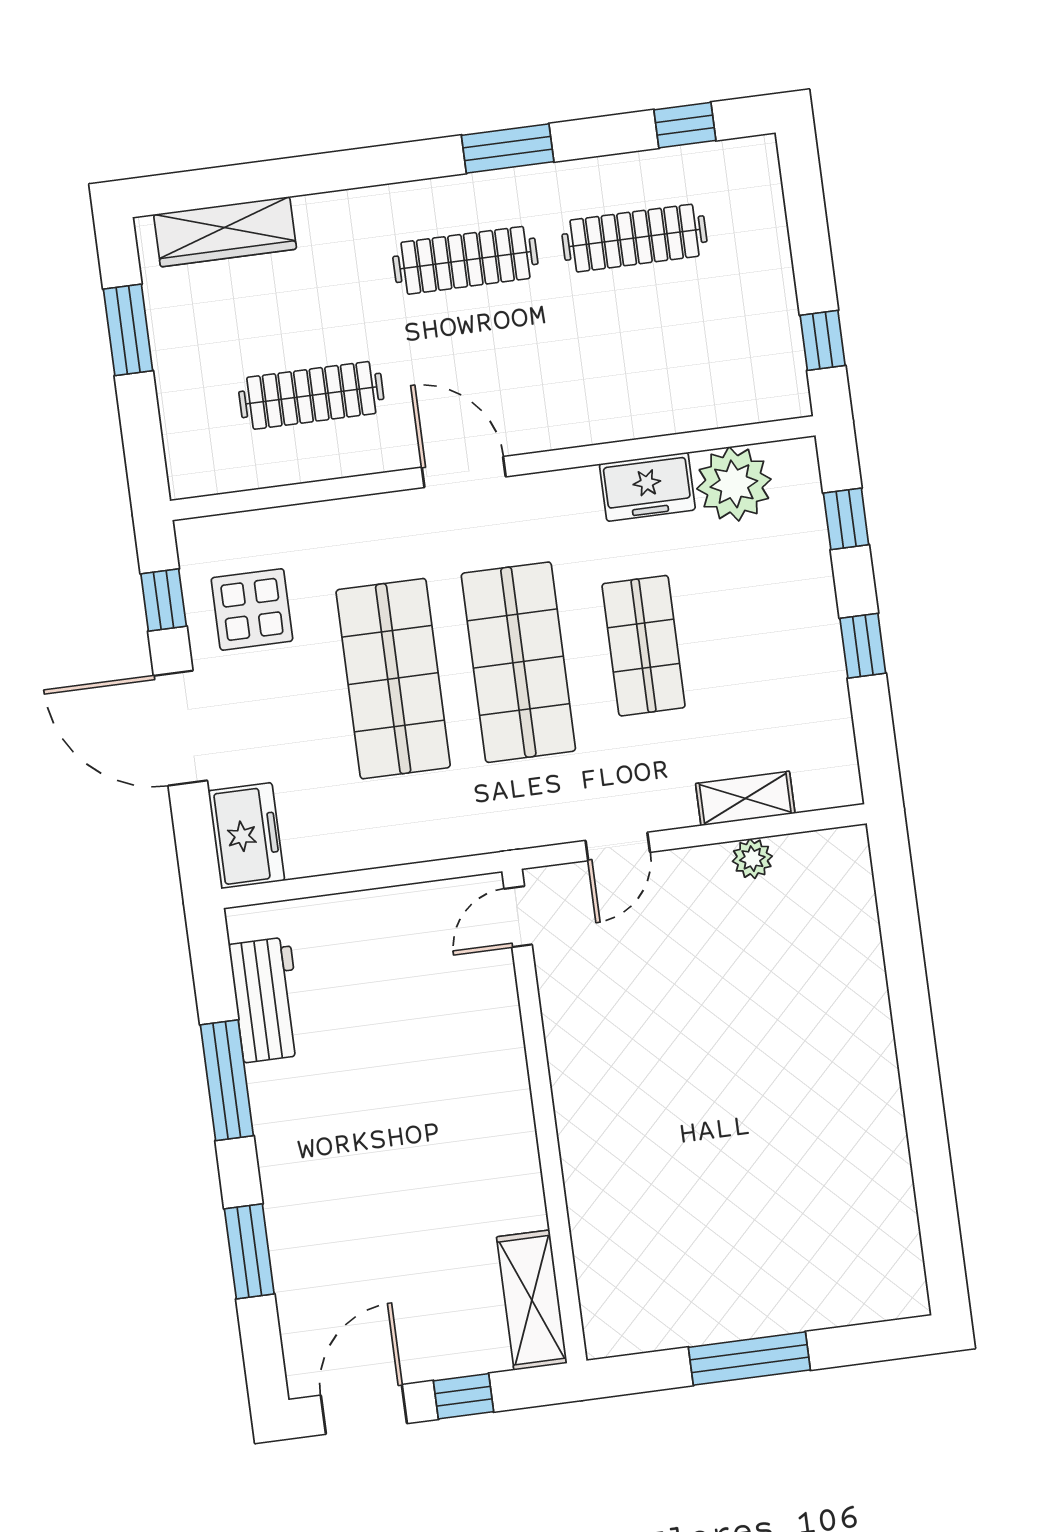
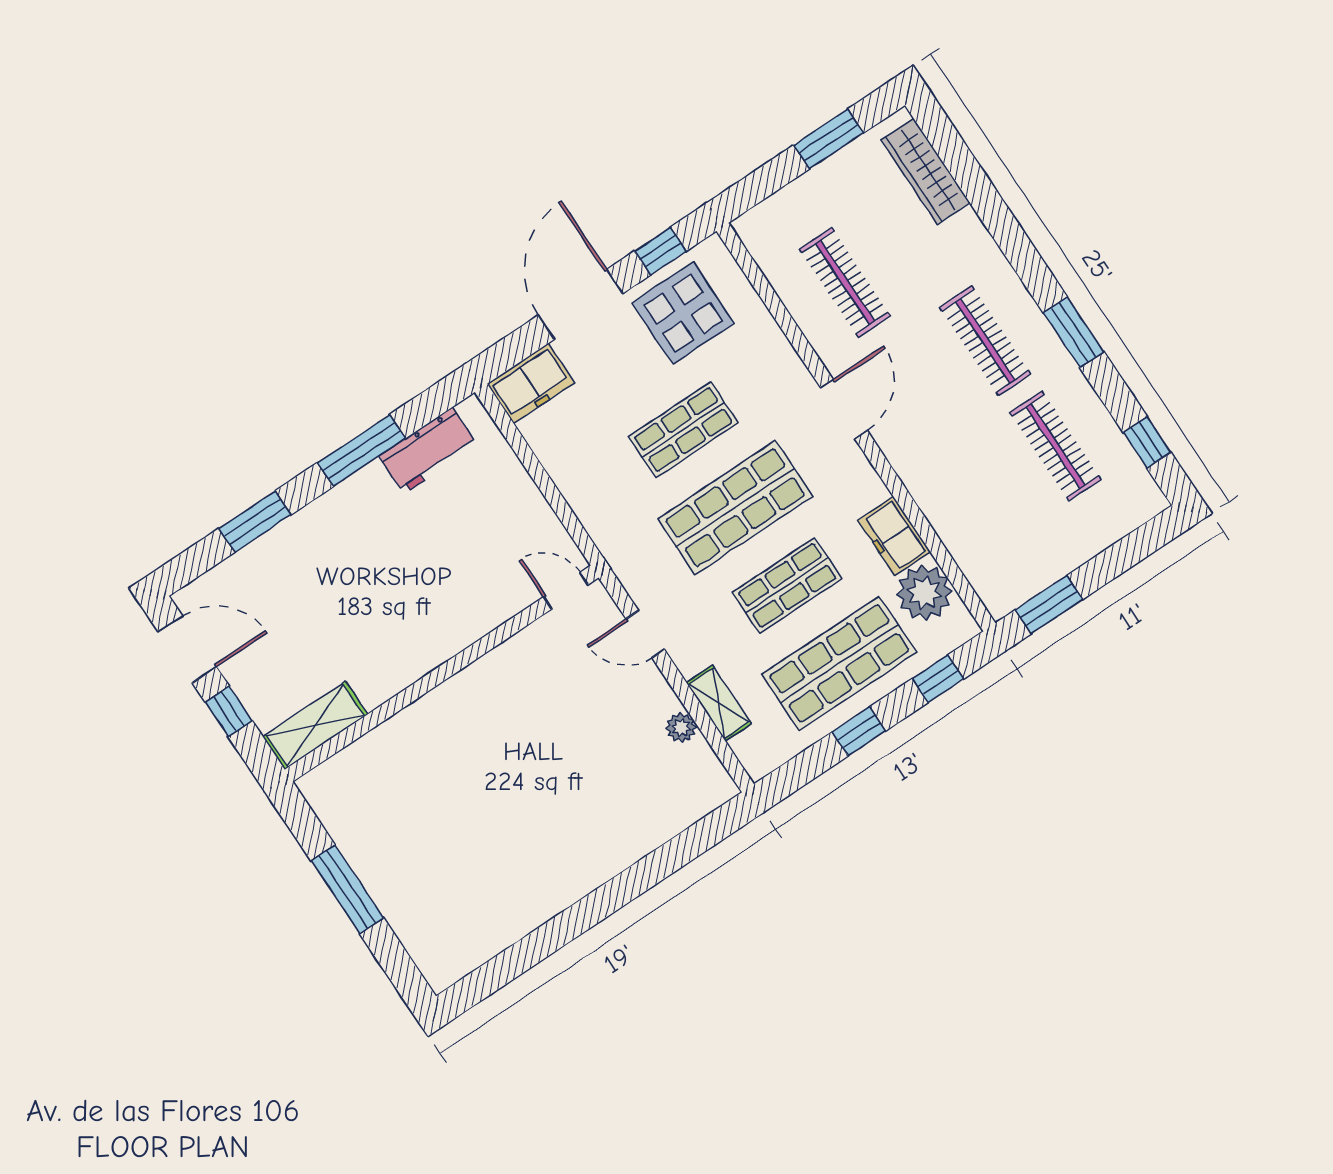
window: (823, 340) -> (1049, 605), width x1.50
display table: (252, 609) -> (683, 313), width x1.36, depth x1.36
shop shelf: (769, 629) -> (839, 663), added
shop shelf: (393, 679) -> (683, 430), width x0.70, depth x0.74

